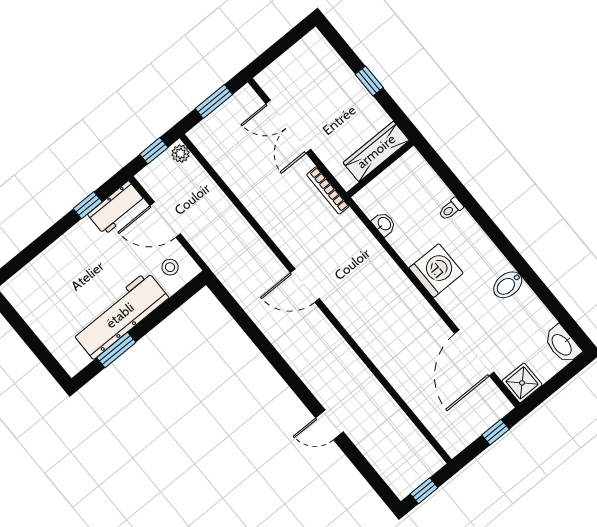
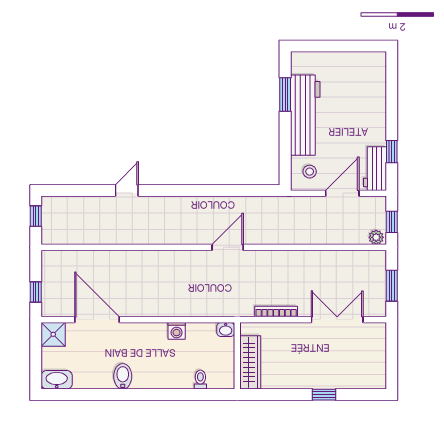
wardrobe: (376, 151) -> (250, 362), moved
wall: (380, 169) -> (237, 356), moved
washing machine: (436, 271) -> (177, 331), width x0.53, depth x0.53

